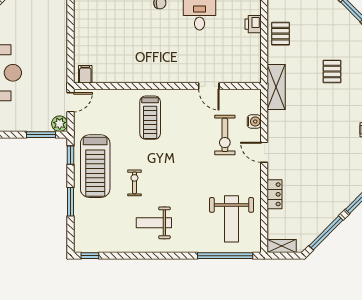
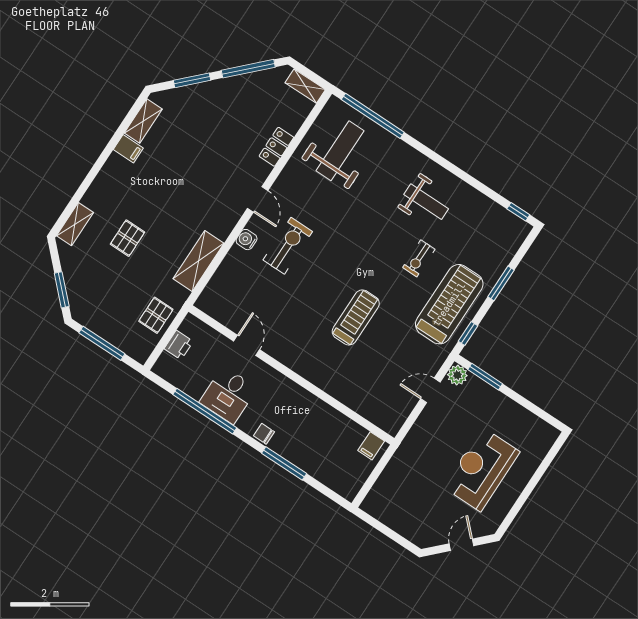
filing cabinet: (85, 74) -> (371, 446), moved
wall: (167, 86) -> (291, 375), moved
door: (209, 86) -> (247, 345), moved

